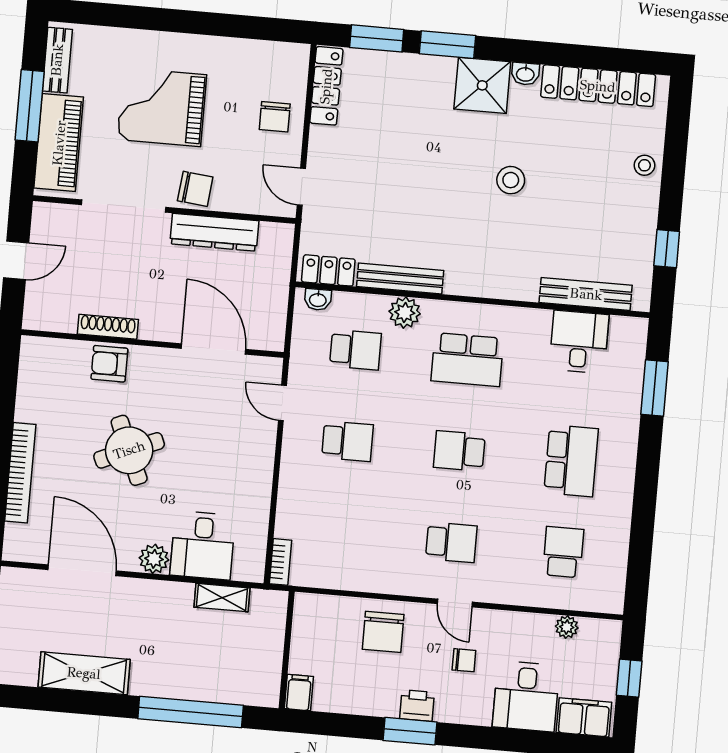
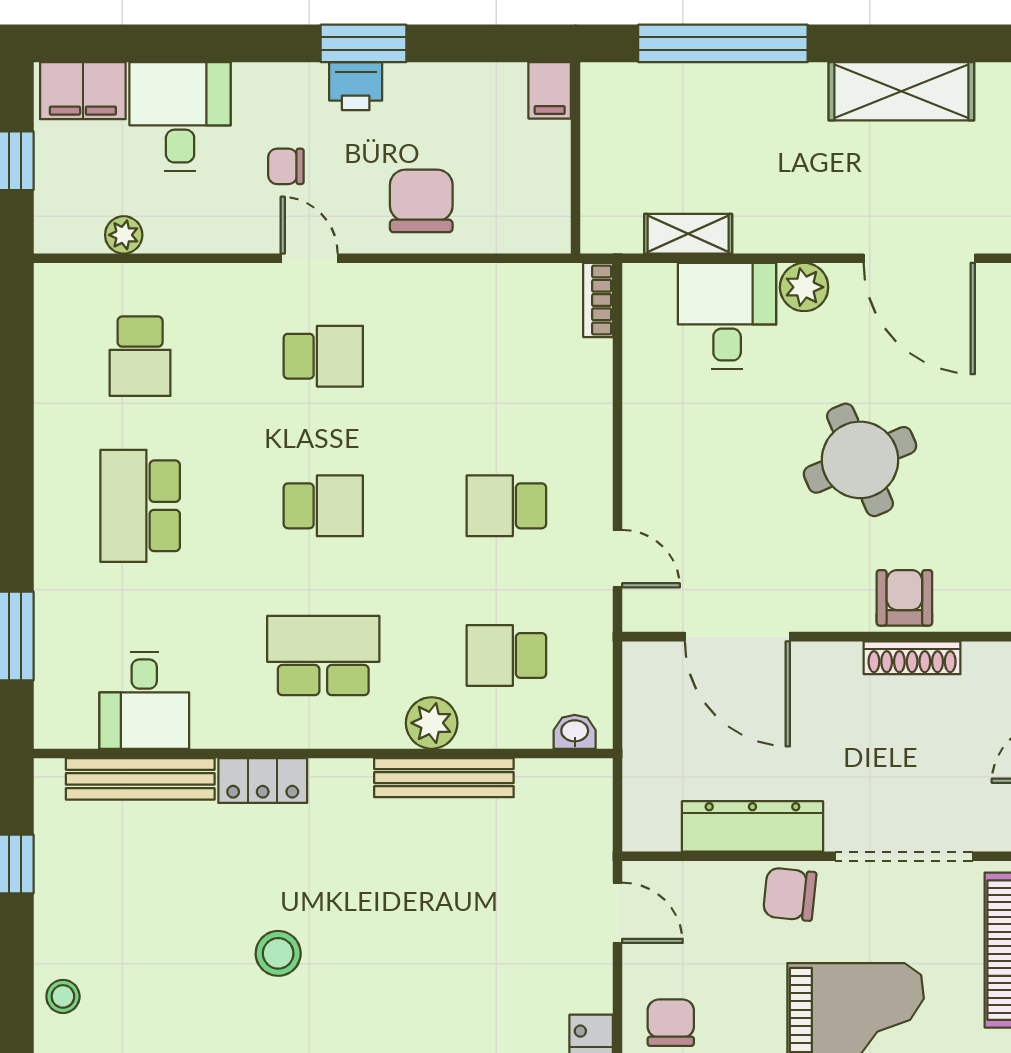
locker: (328, 270) -> (263, 781), moved
armchair: (109, 364) -> (904, 598), turned -90
school desk: (451, 542) -> (323, 356), turned 180

